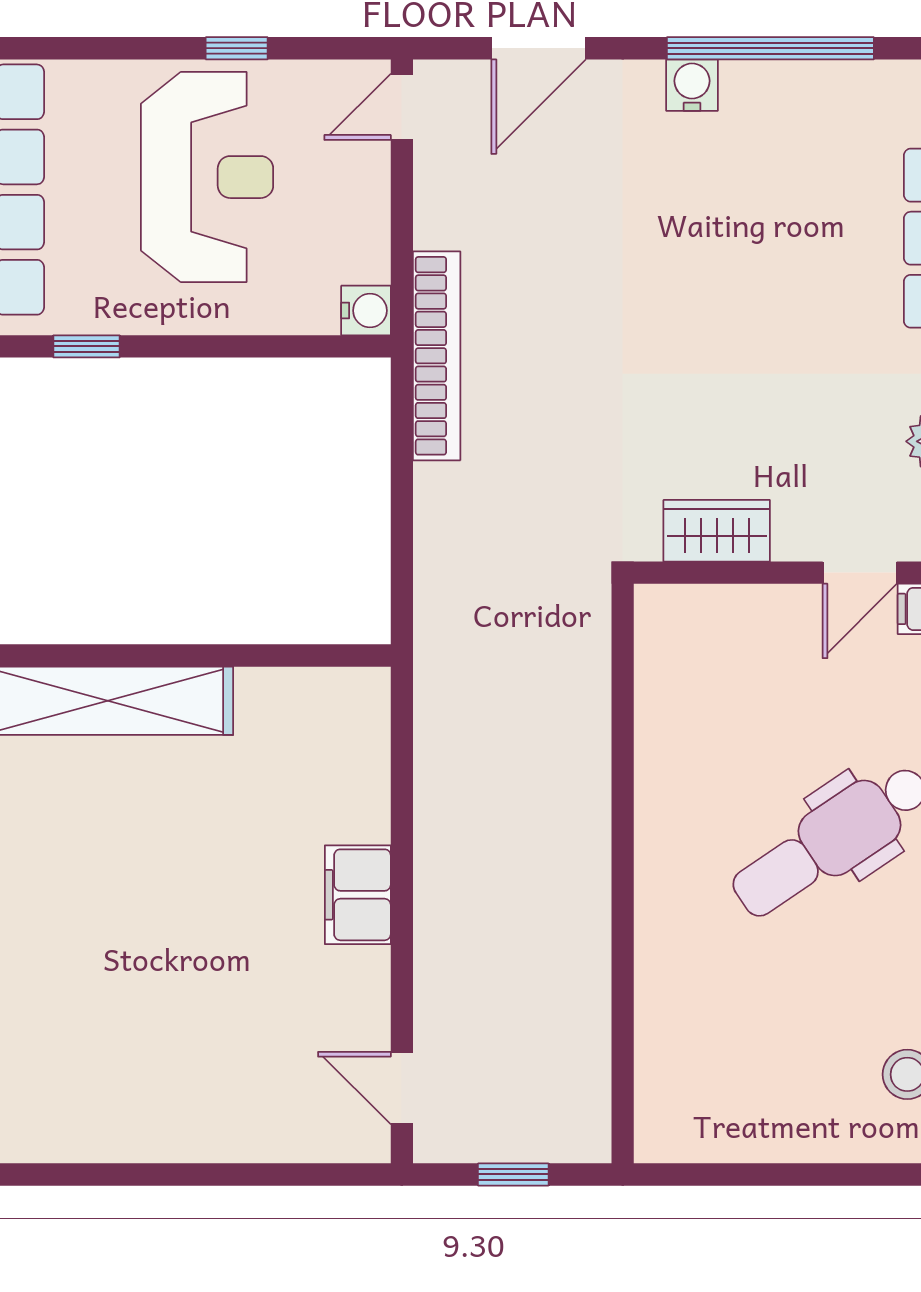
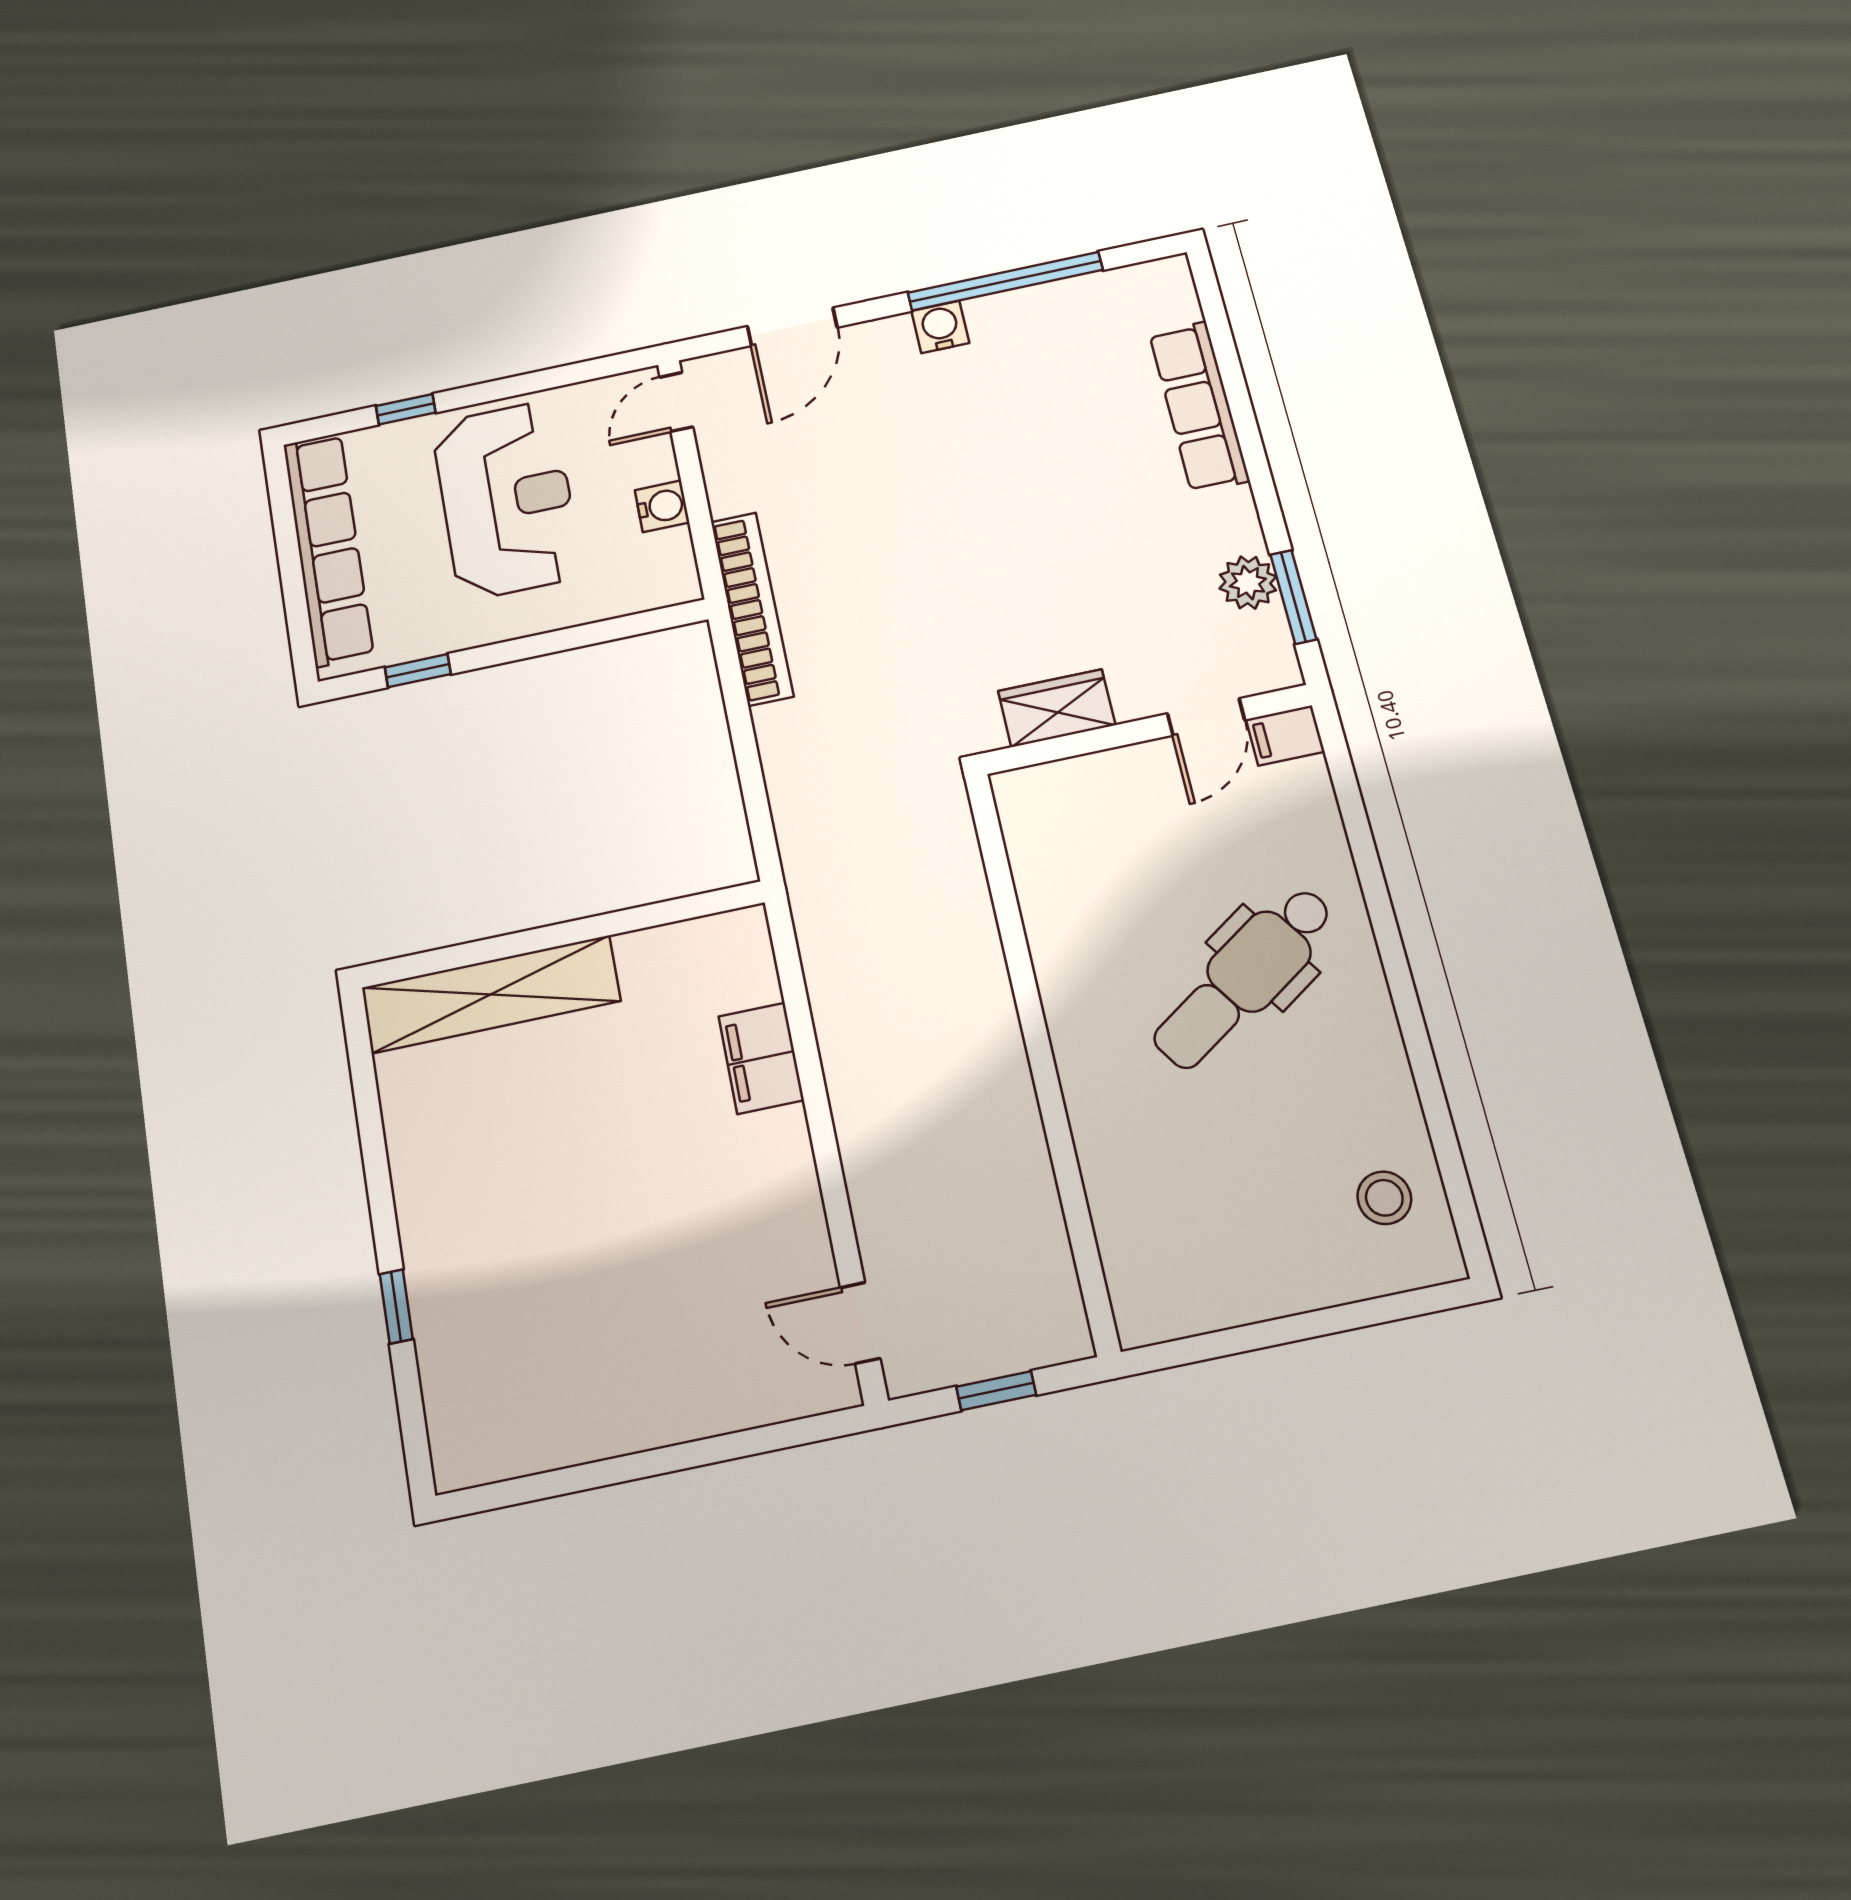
window: (237, 48) -> (406, 409), moved
water cooler: (366, 311) -> (662, 506), moved
filing cabinet: (358, 895) -> (761, 1058), moved

